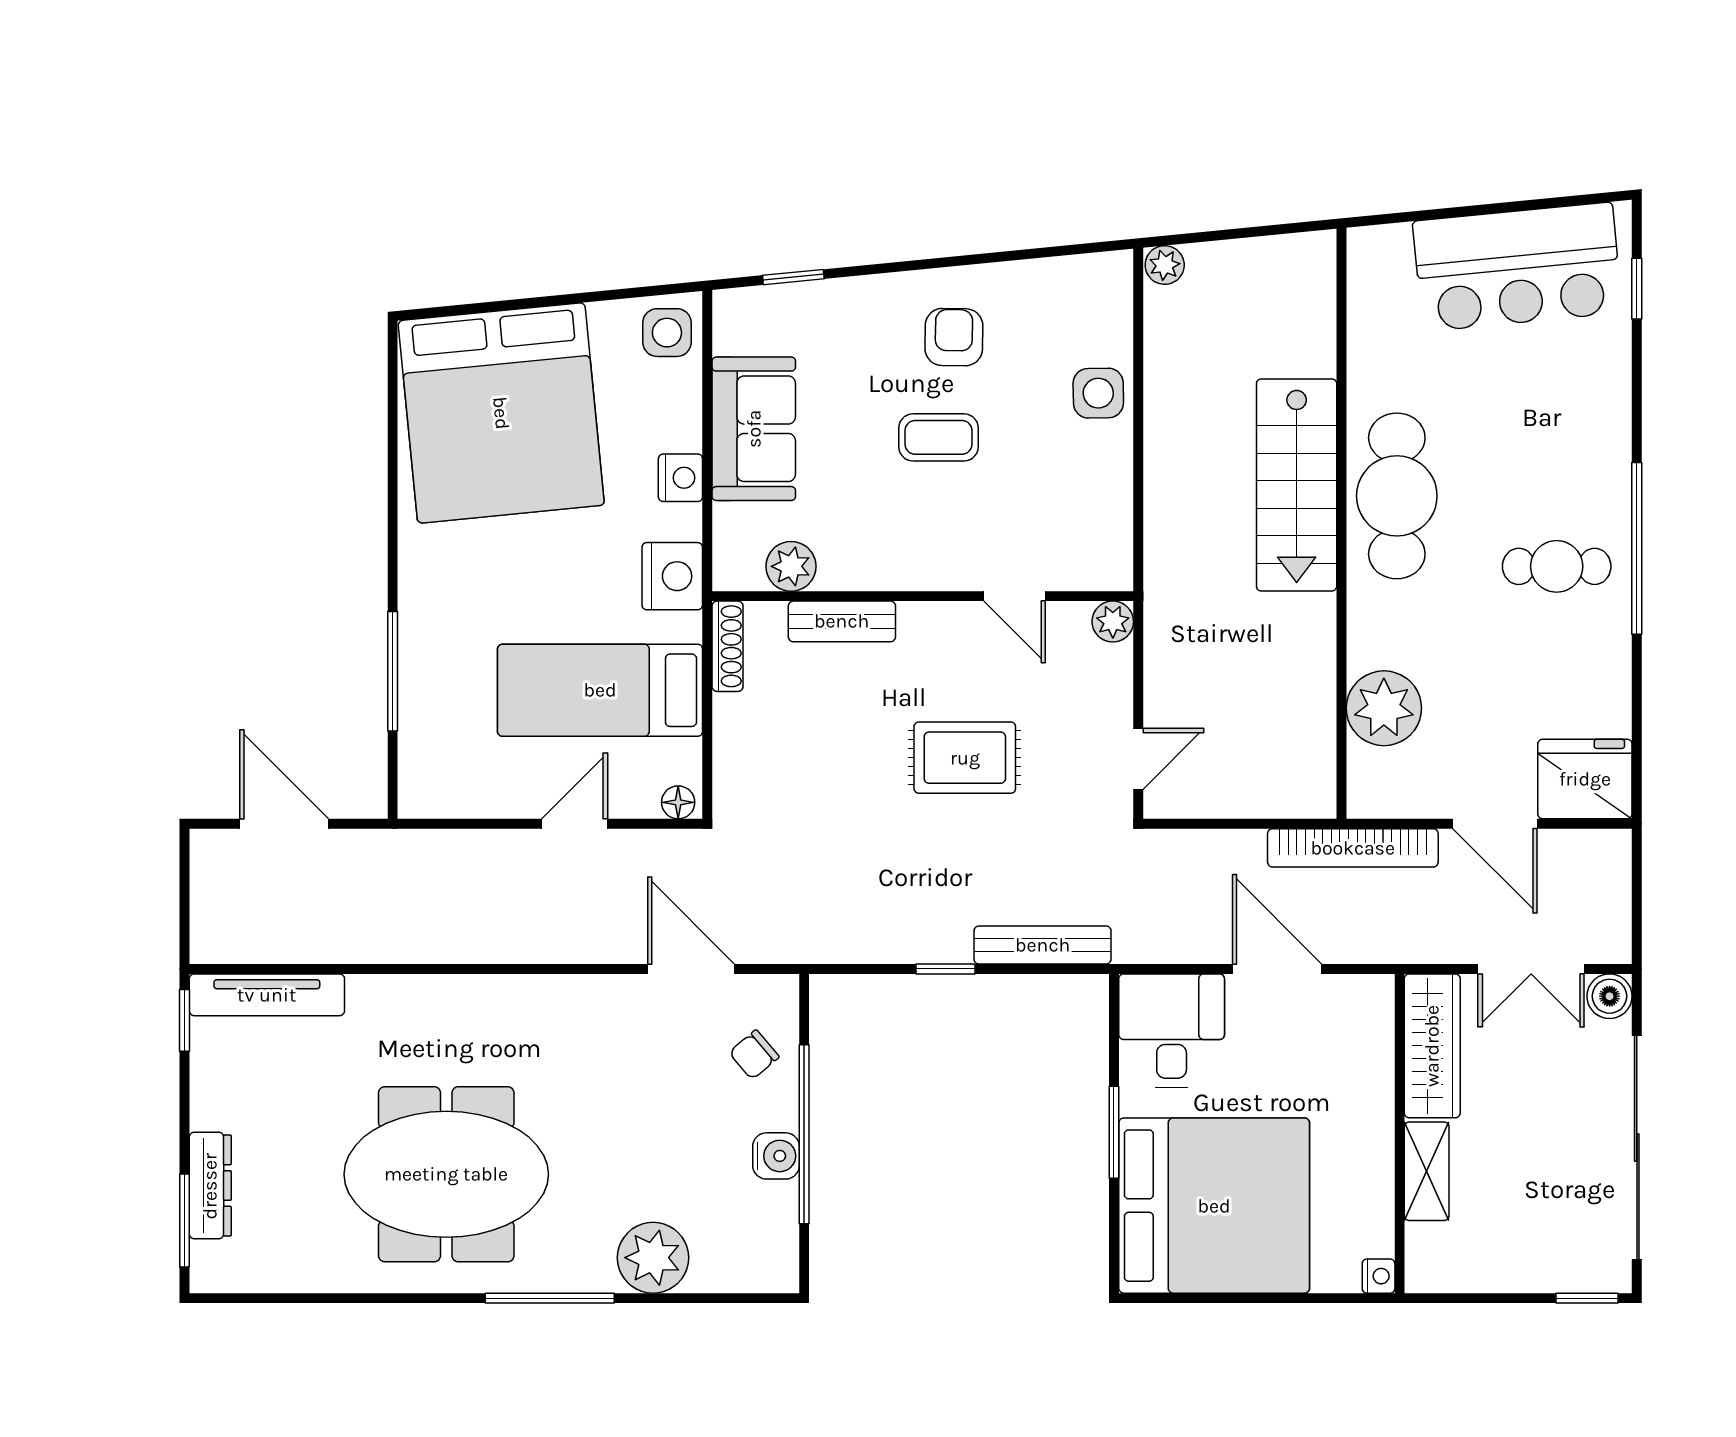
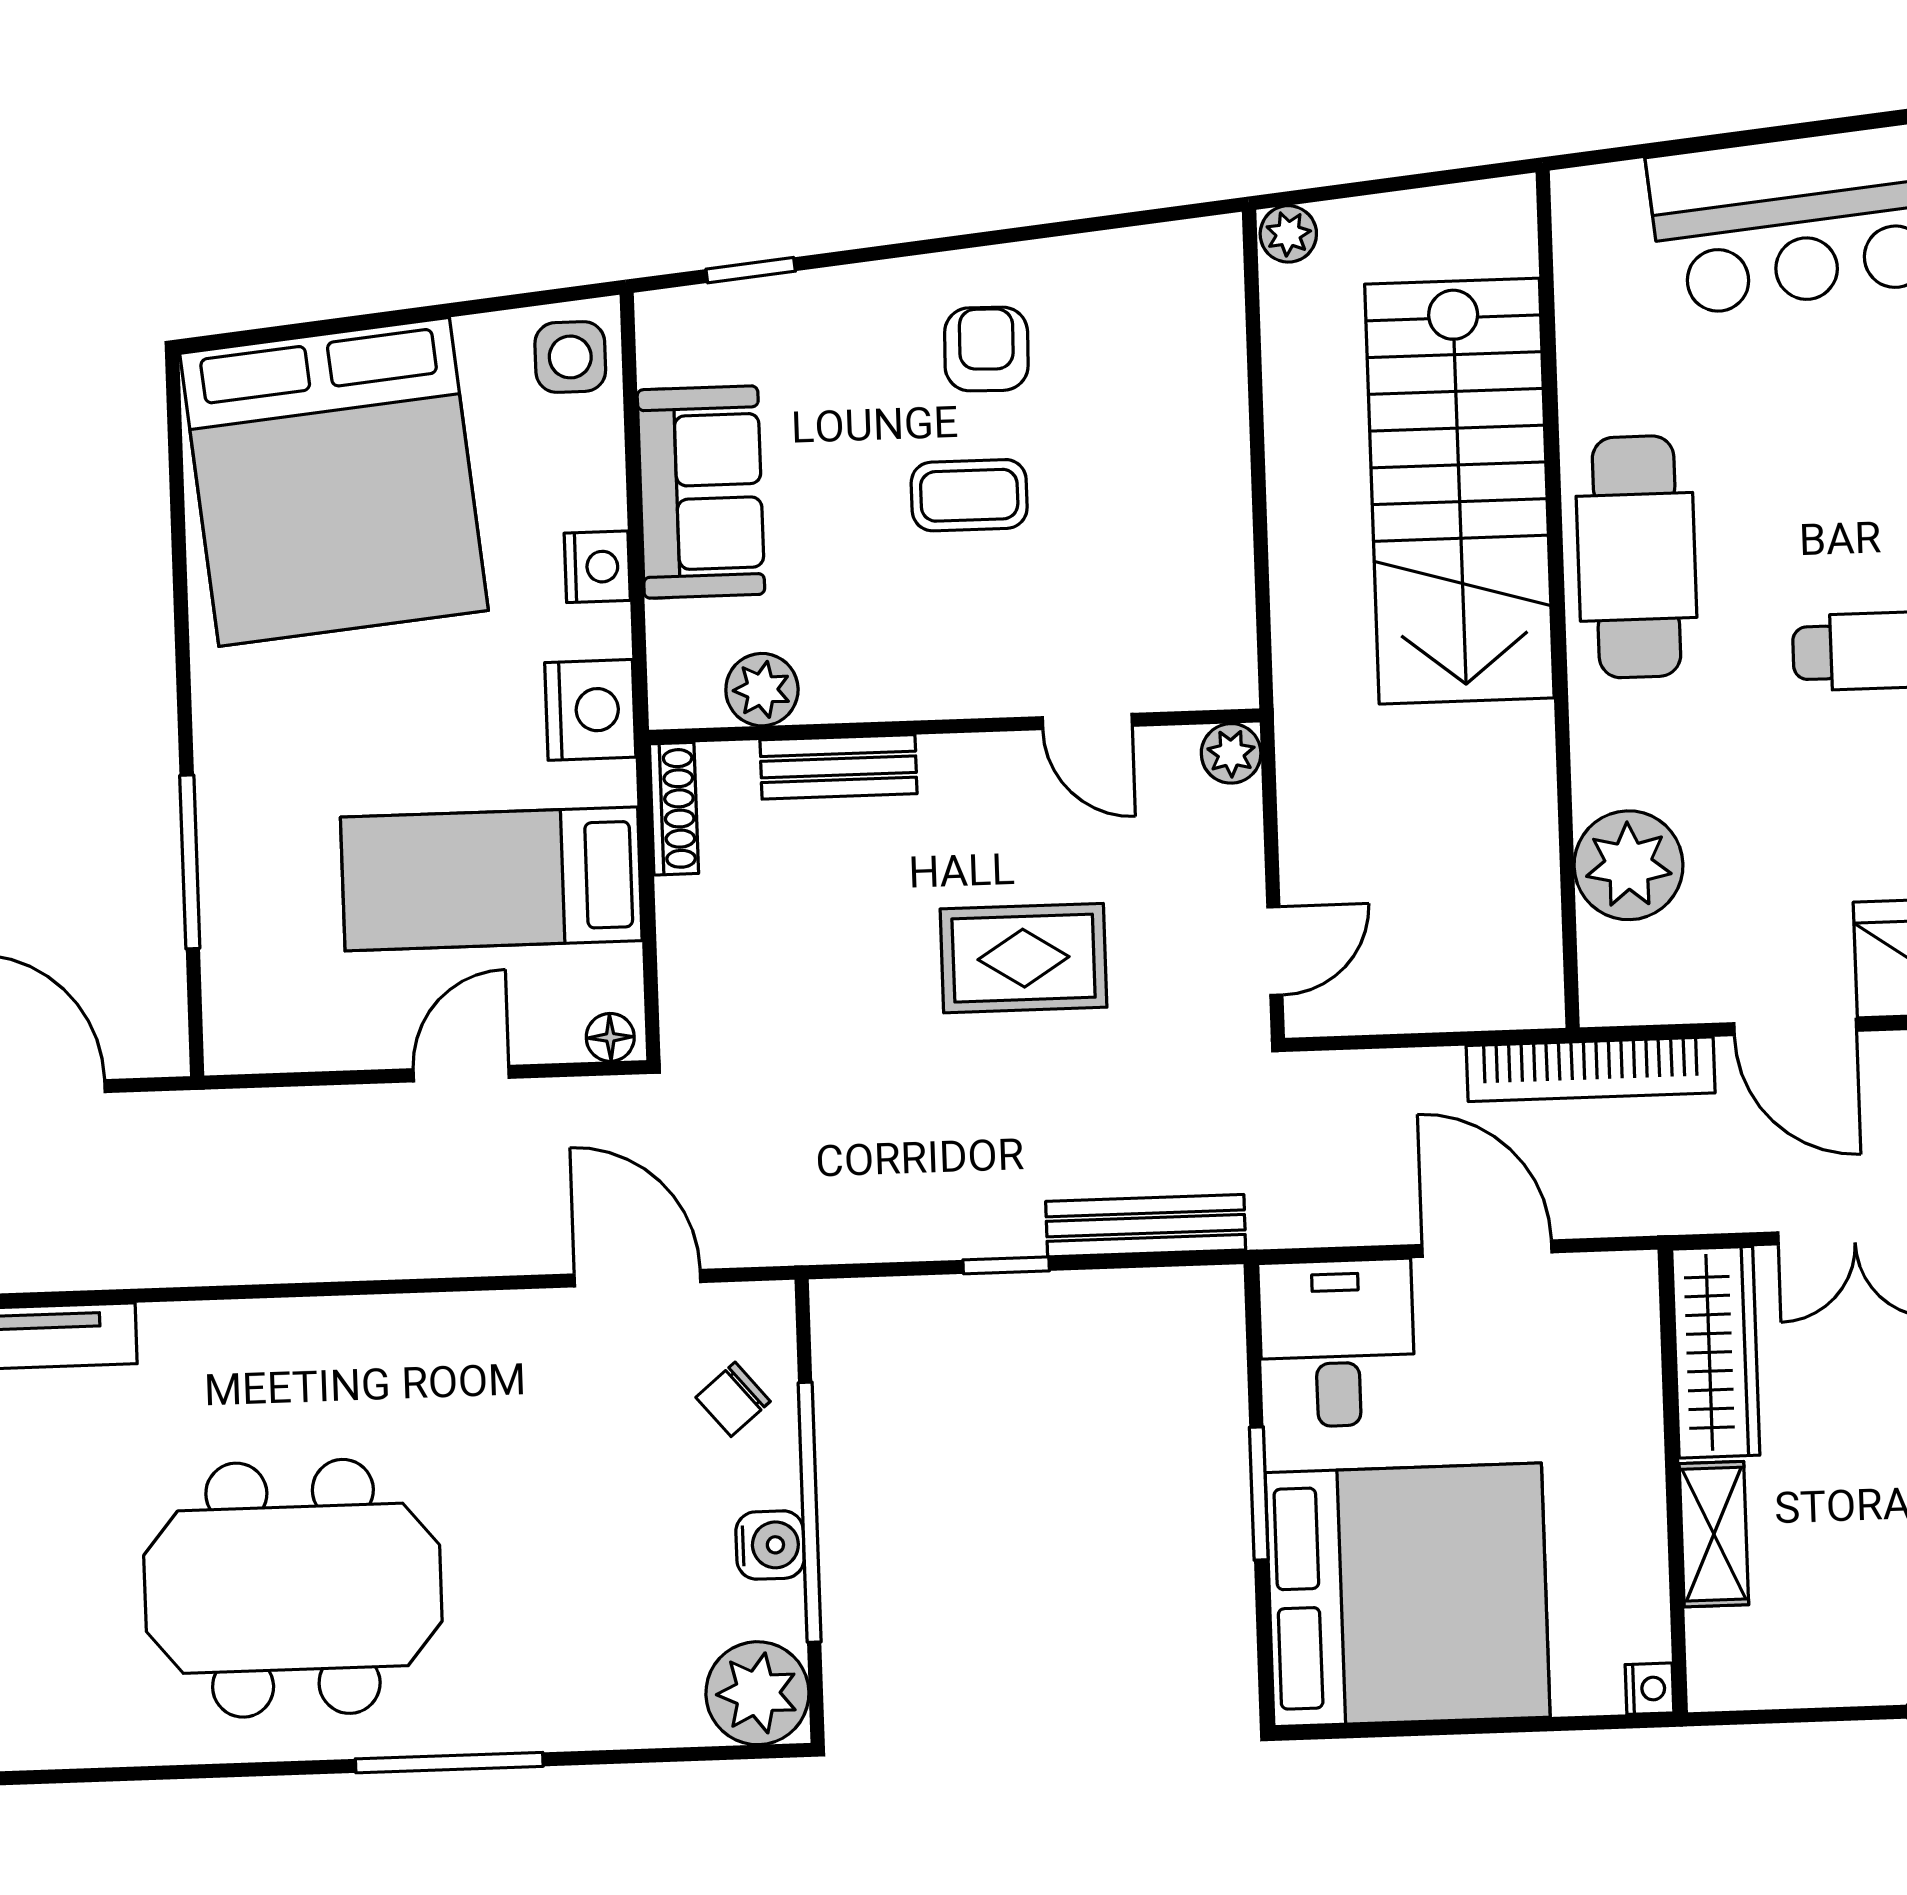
side table: (1098, 393) -> (1199, 423), removed
stairs: (1297, 485) -> (1459, 491), width x1.36, depth x1.51
plant: (653, 1258) -> (757, 1693), moved

